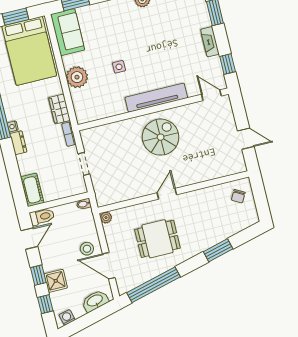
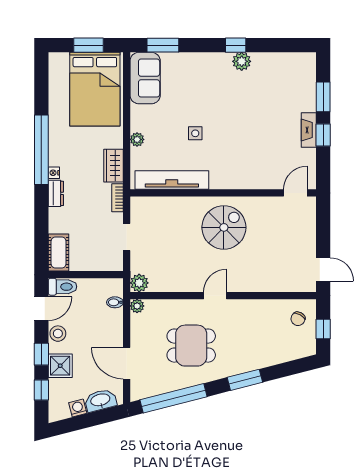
window: (228, 64) -> (323, 135), moved
plant: (77, 77) -> (137, 139), width x0.53, depth x0.53
door: (211, 95) -> (295, 193), hinge flipped
tv unit: (156, 98) -> (172, 180), moved
door: (246, 139) -> (323, 269), moved
plant: (103, 199) -> (139, 283), added
window: (261, 200) -> (323, 329), added
bidet: (84, 204) -> (115, 302), moved
stool: (87, 249) -> (58, 334), moved
window: (218, 250) -> (245, 380), moved
washing machine: (67, 317) -> (78, 408), moved

